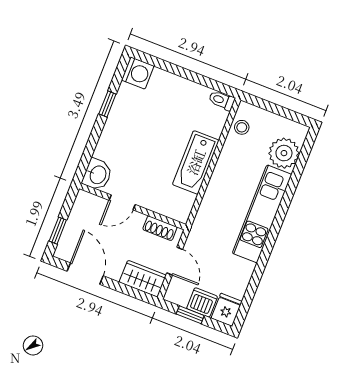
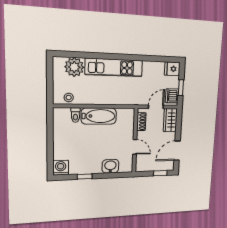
toilet: (222, 100) -> (75, 115), moved
washbasin: (97, 175) -> (110, 166), moved
dishwasher: (202, 302) -> (172, 96), moved

